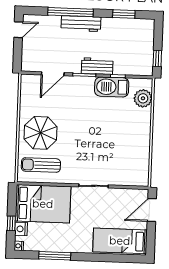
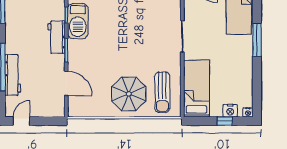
workbench: (81, 24) -> (13, 75), moved
door: (18, 30) -> (21, 121), hinge flipped
bed: (43, 204) -> (196, 89), width x0.67
window: (55, 256) -> (257, 40), moved

